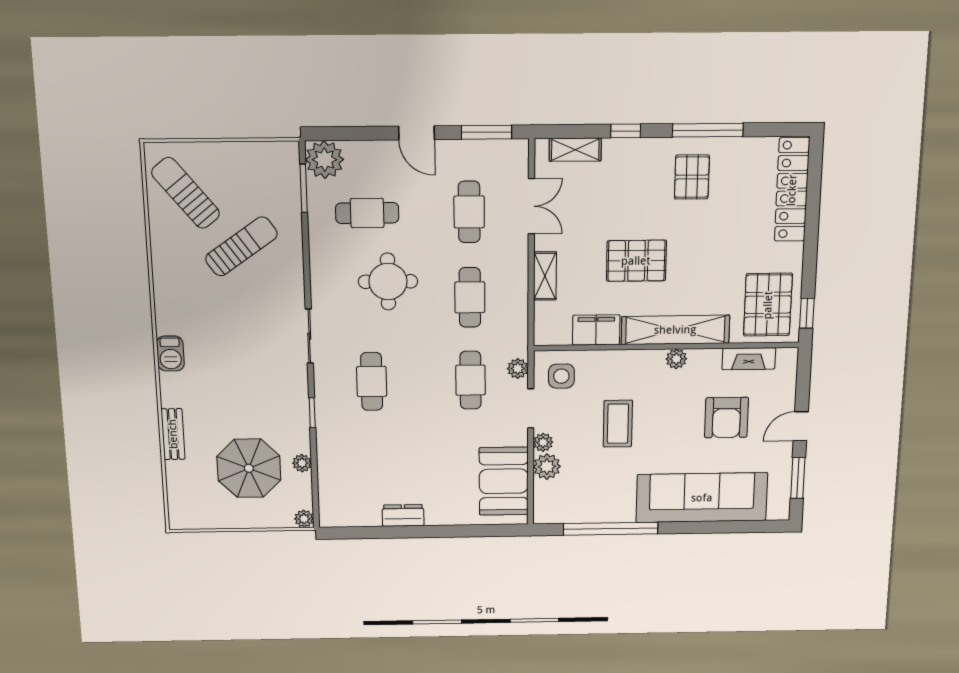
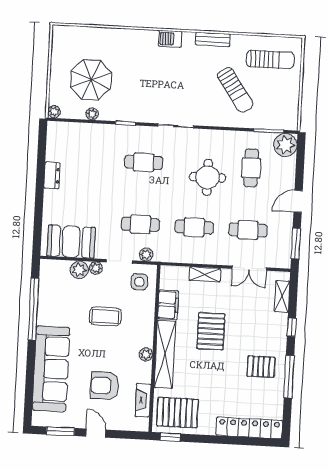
sun lounger: (186, 193) -> (270, 59), turned 39
bench: (173, 434) -> (213, 40), moved

